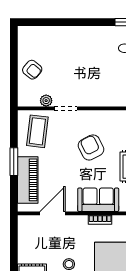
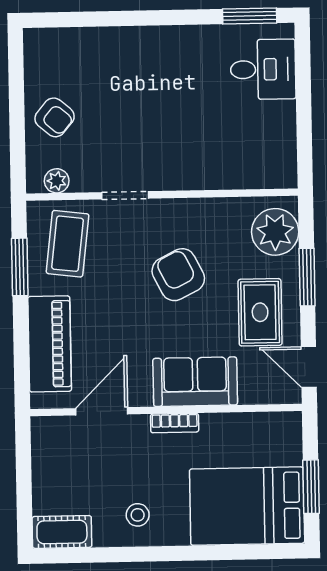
plant: (46, 101) -> (57, 181), moved
window: (14, 162) -> (20, 267), moved
bookcase: (100, 220) -> (175, 423), moved

